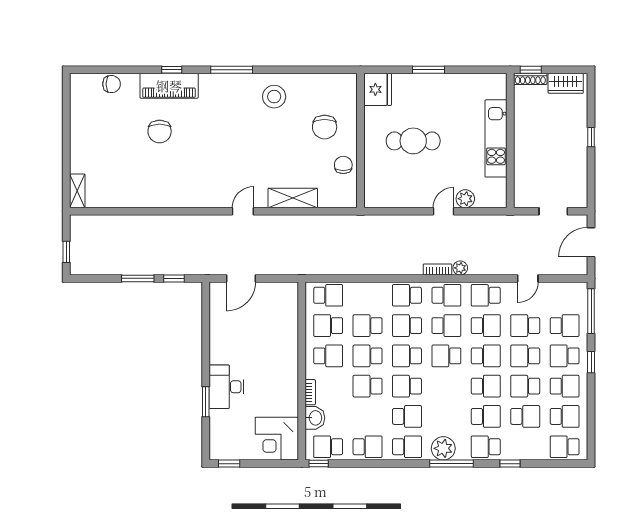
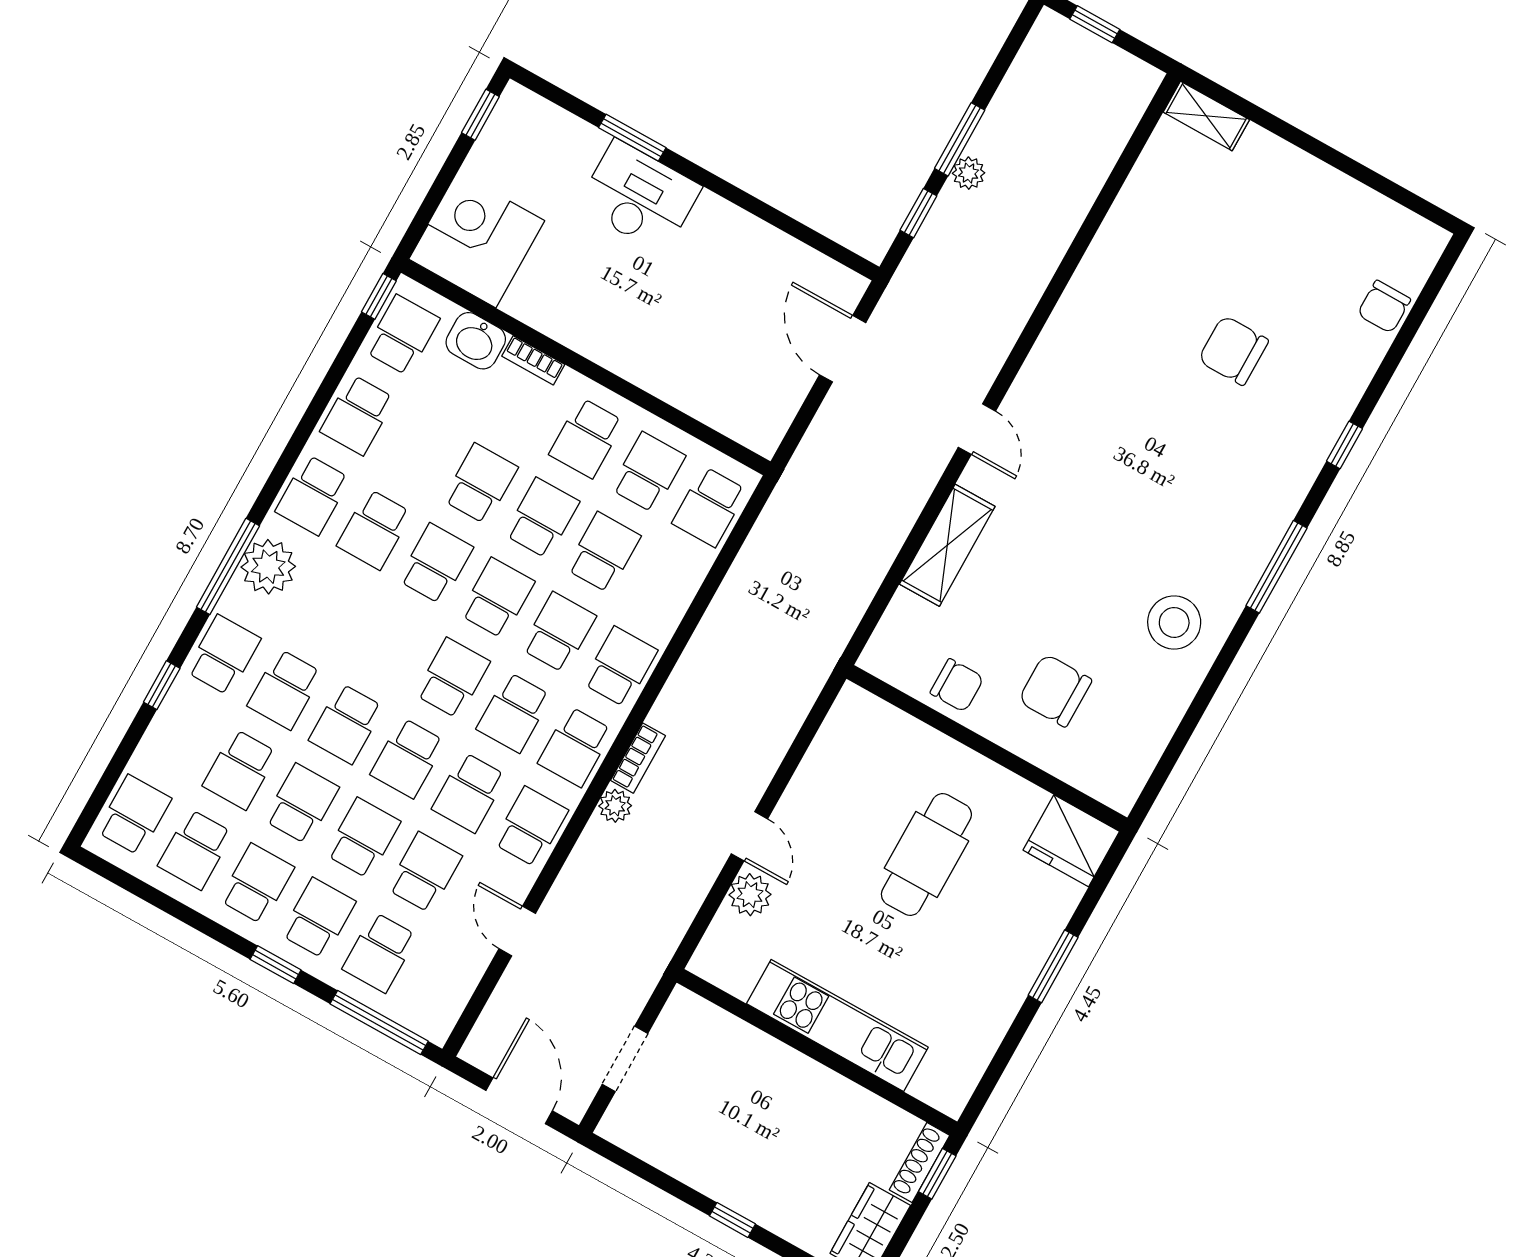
piano: (169, 86) -> (1315, 421), removed
plant: (149, 268) -> (969, 173), added
school desk: (565, 386) -> (257, 884), turned 180

